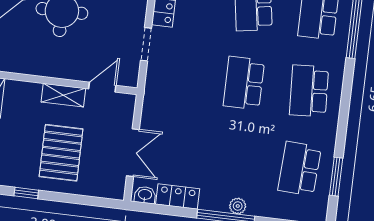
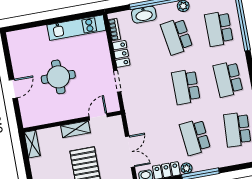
school desk: (234, 161) -> (195, 137), added
plant: (238, 206) -> (186, 168), moved

